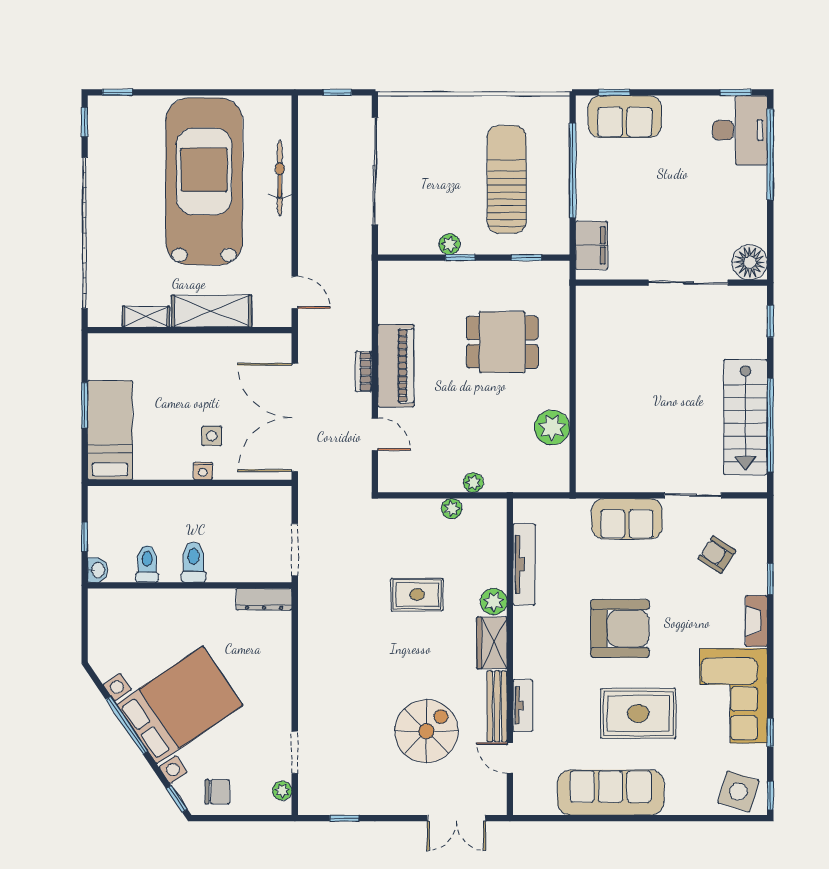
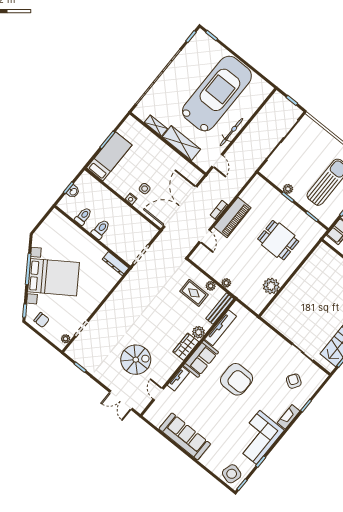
bicycle: (280, 178) -> (231, 132), moved
sofa: (627, 519) -> (201, 359), moved, turned -90
washbasin: (98, 570) -> (73, 192), moved
rug: (417, 595) -> (194, 293), moved
bench: (497, 706) -> (220, 309), moved
rug: (638, 713) -> (218, 416), removed

